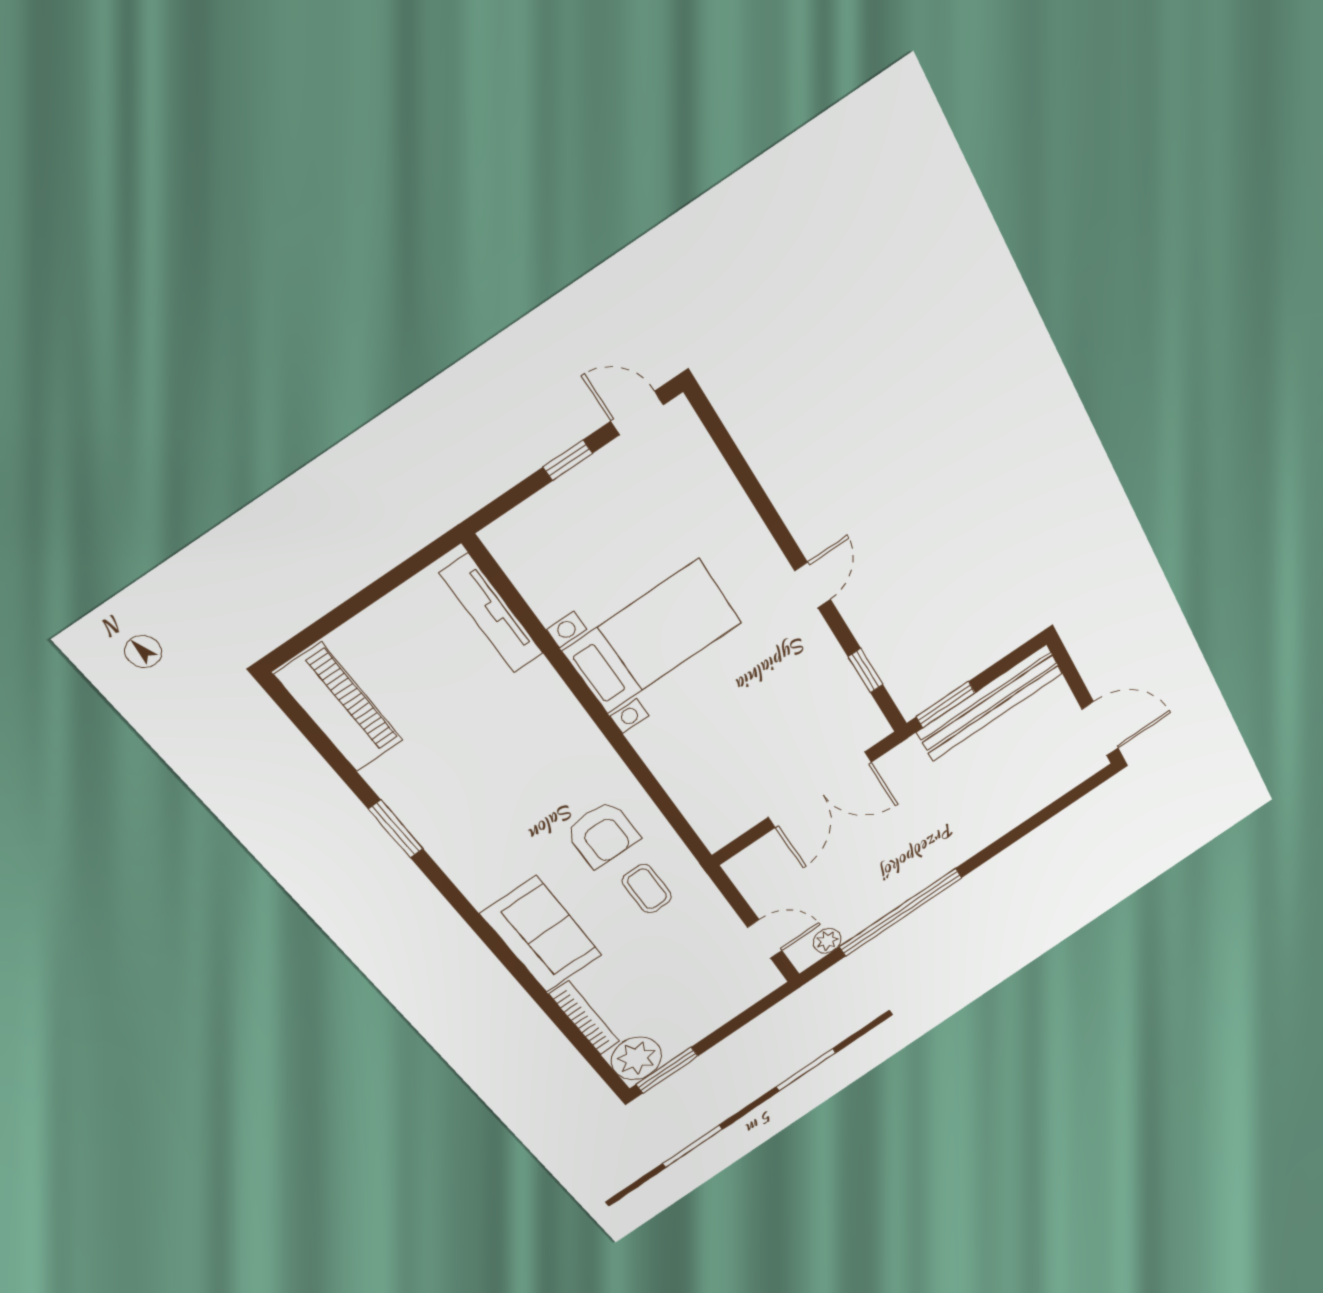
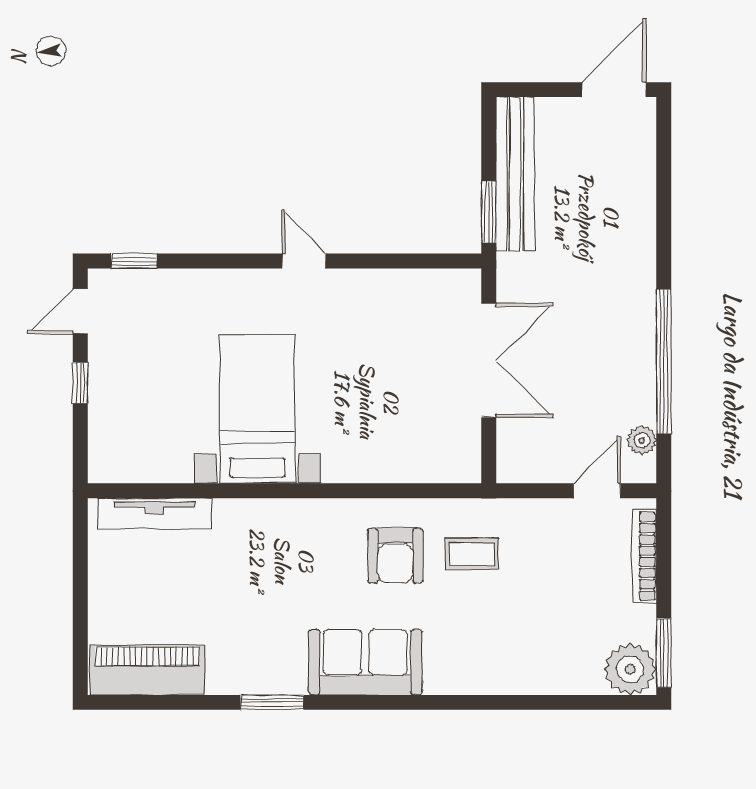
window: (866, 671) -> (134, 261), moved
armchair: (603, 834) -> (395, 556), turned 90
sofa: (541, 934) -> (365, 662), moved
bookcase: (584, 1018) -> (644, 556), moved, turned -90

